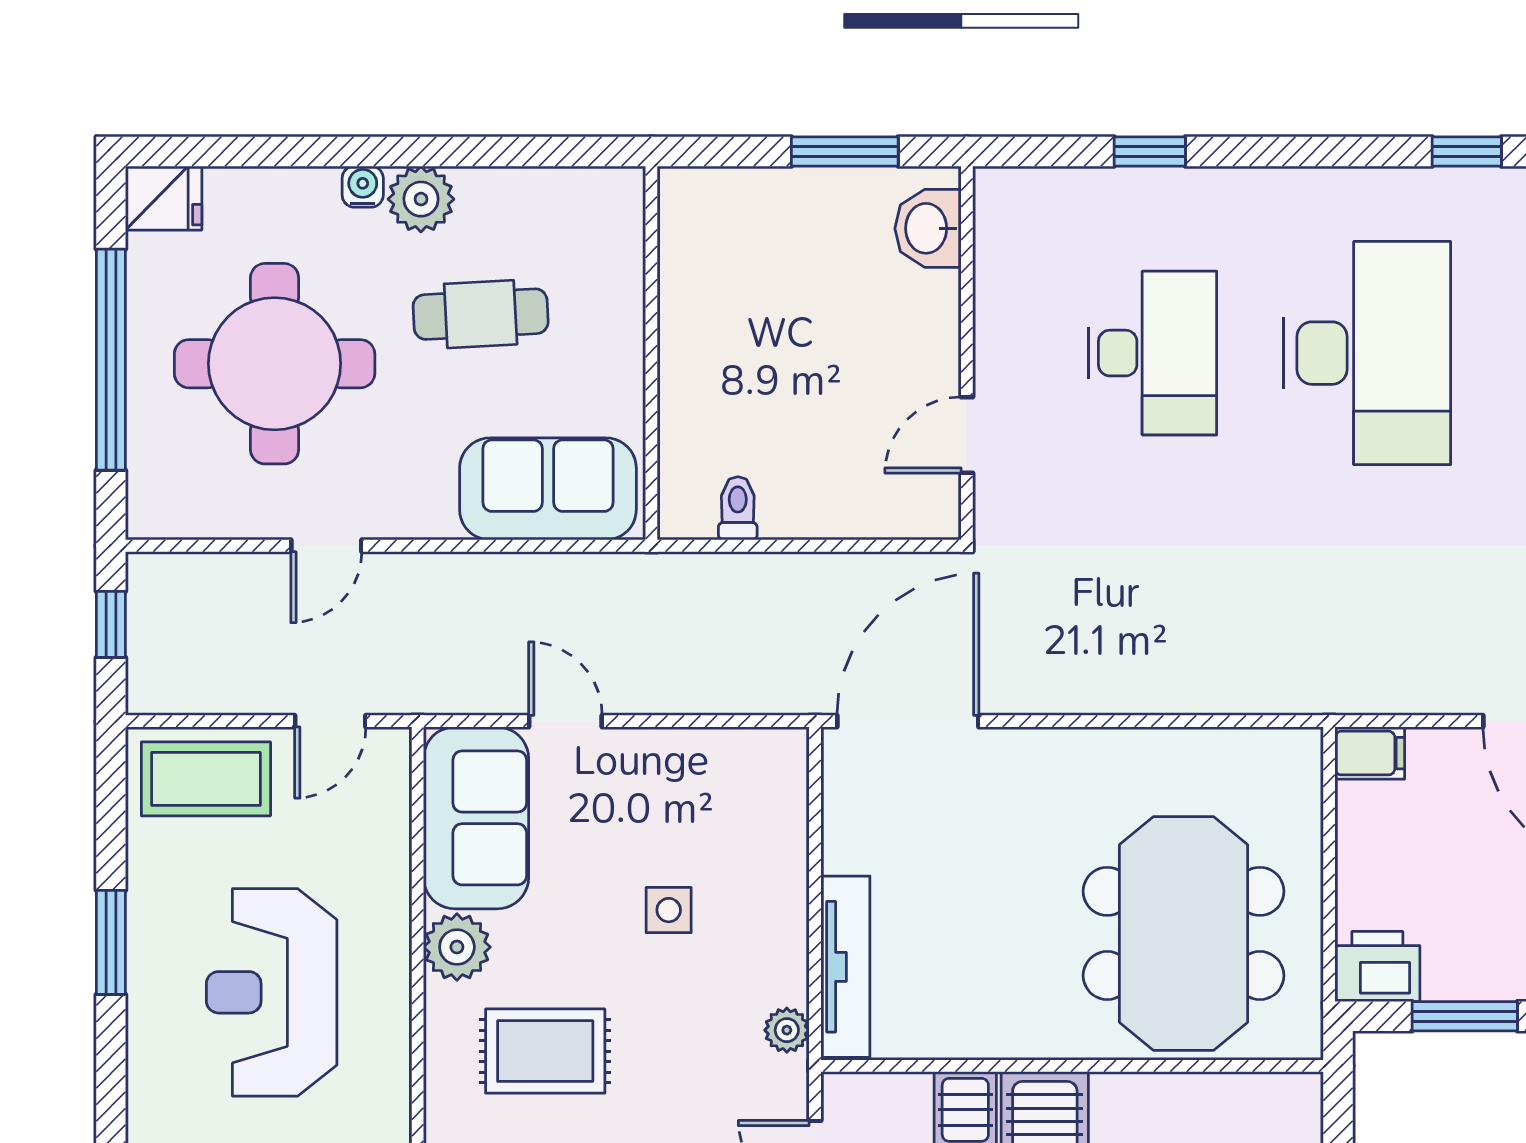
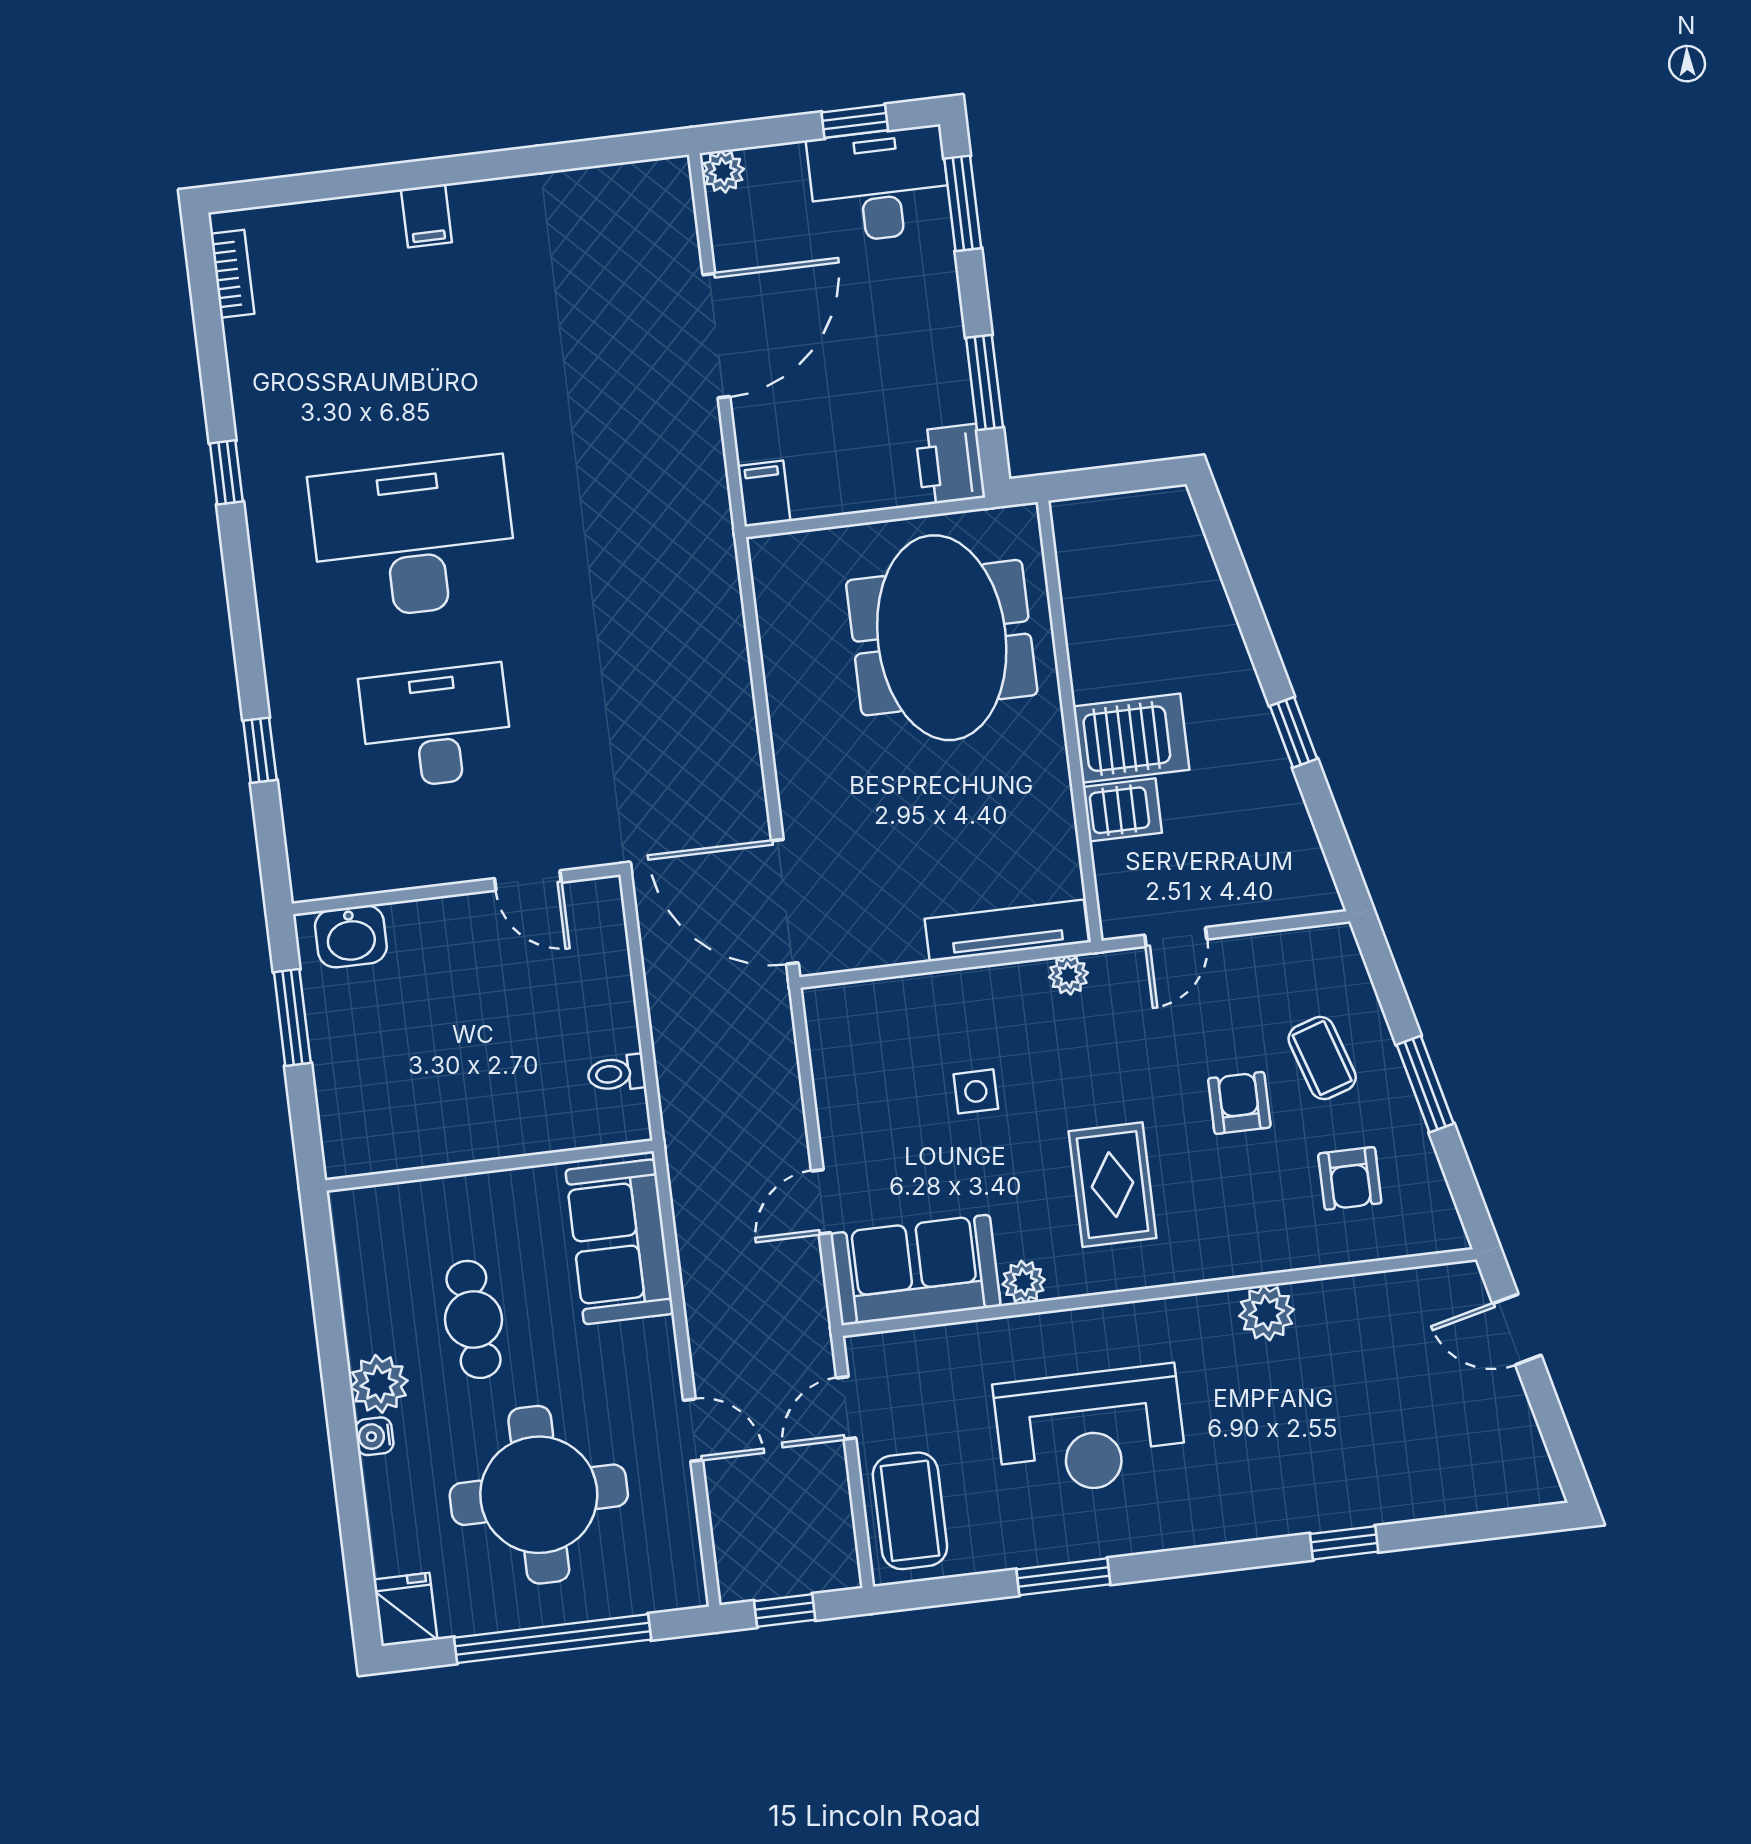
door: (330, 721) -> (846, 1408), swing flipped
meeting table: (1184, 933) -> (942, 638), turned 90
plant: (457, 947) -> (1024, 1282), width x0.73, depth x0.73

